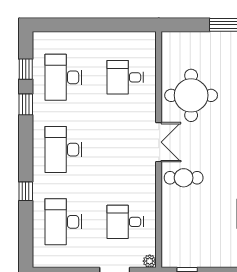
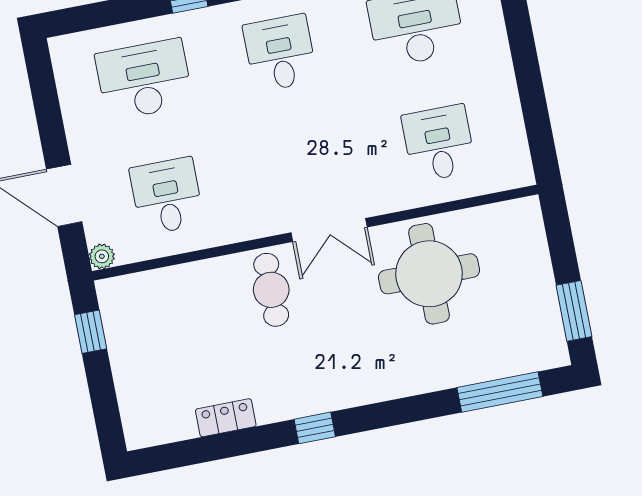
desk: (63, 150) -> (280, 53), width x0.73

